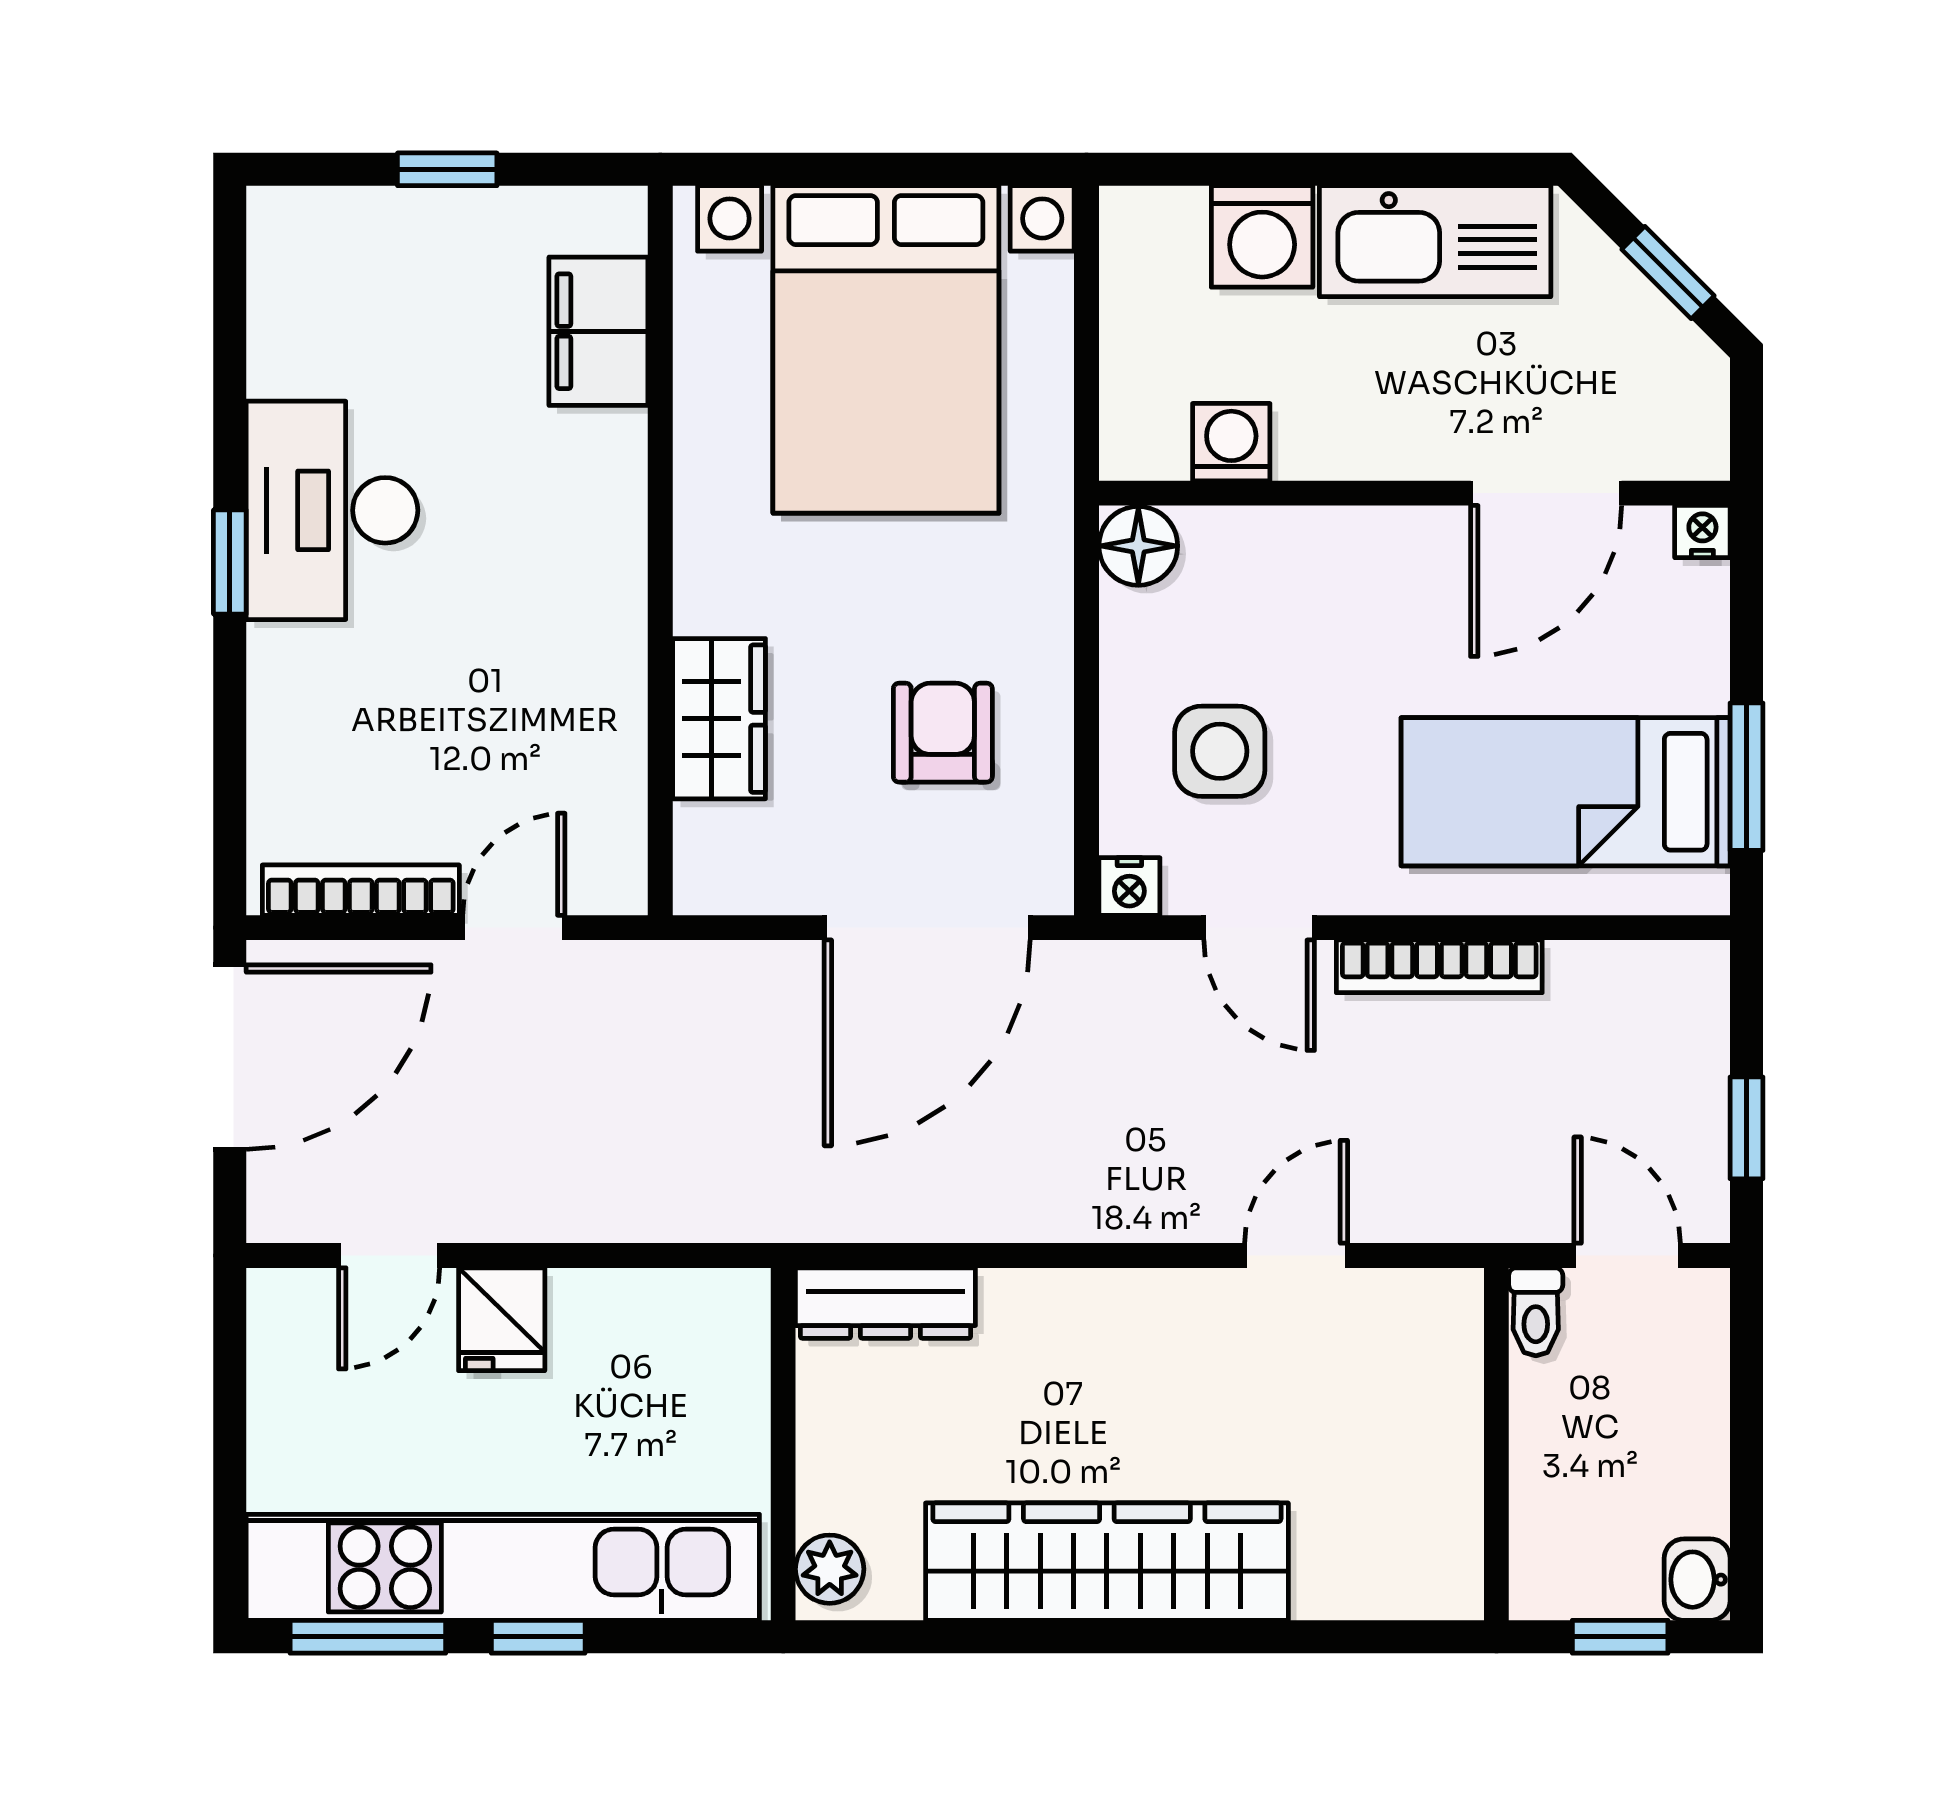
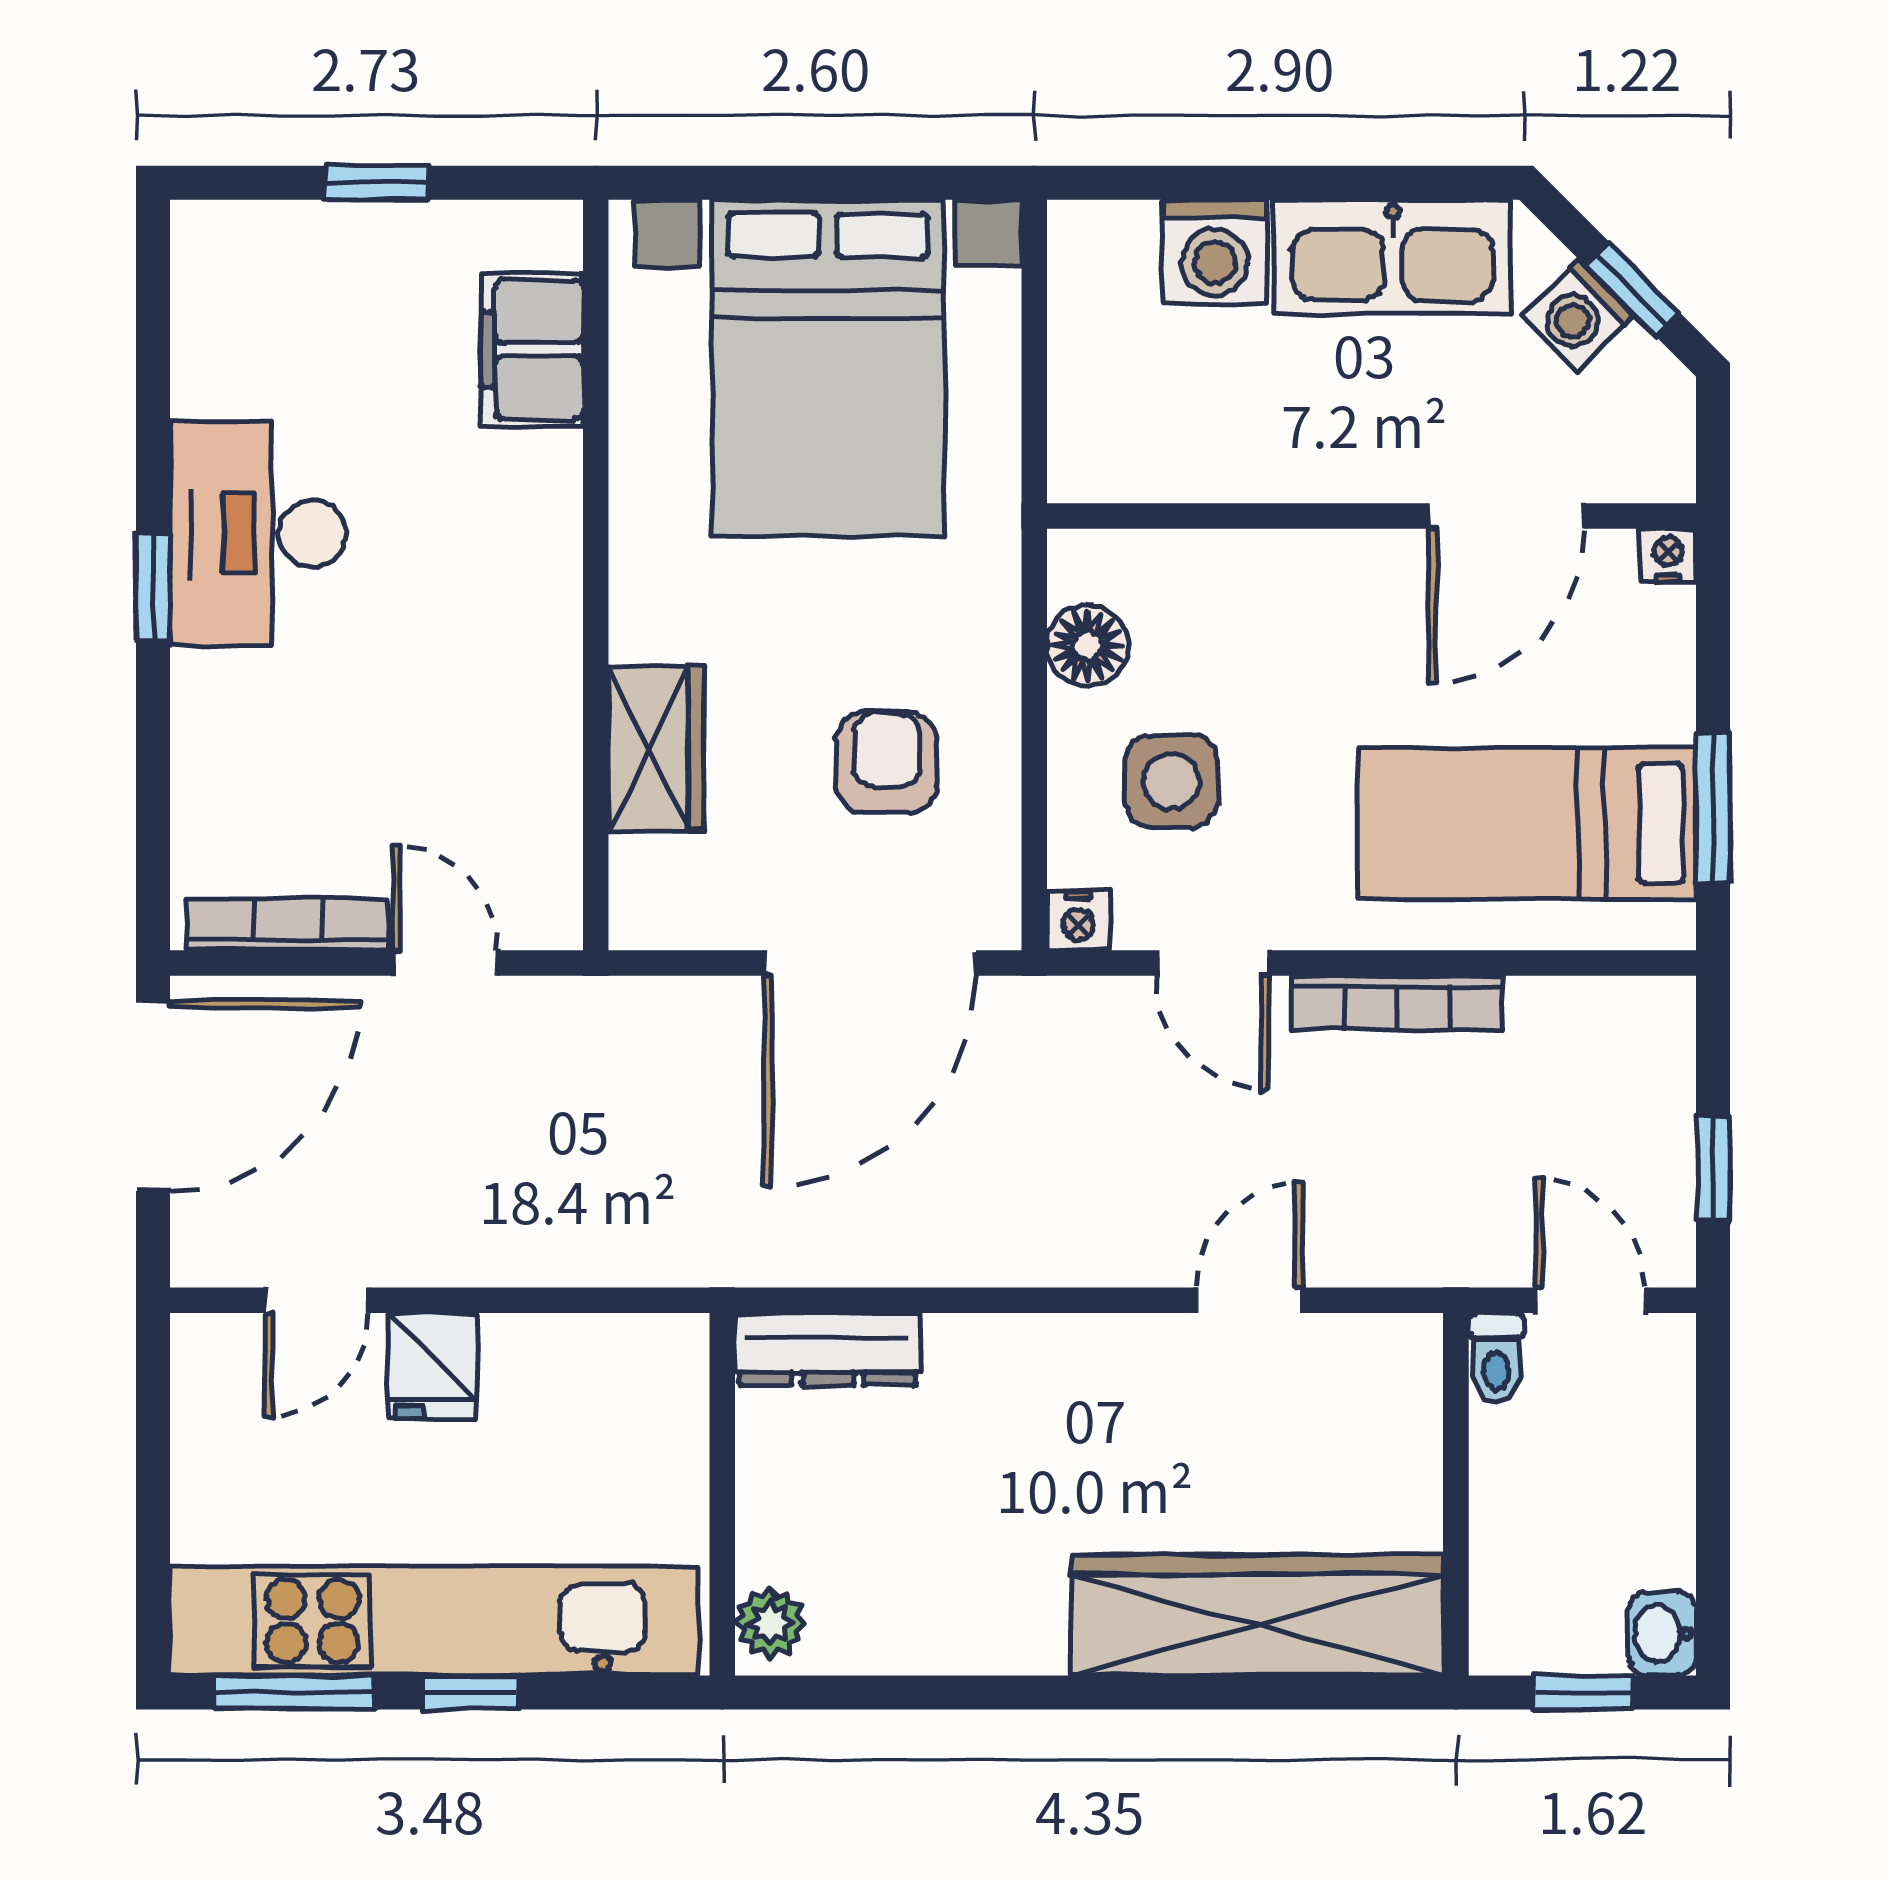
washing machine: (1231, 442) -> (1578, 315), moved, turned -135
floor lamp: (1138, 546) -> (1087, 645), moved
door: (514, 928) -> (445, 963), hinge flipped
wardrobe: (1107, 1562) -> (1257, 1615), moved

